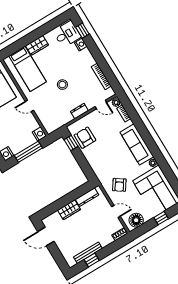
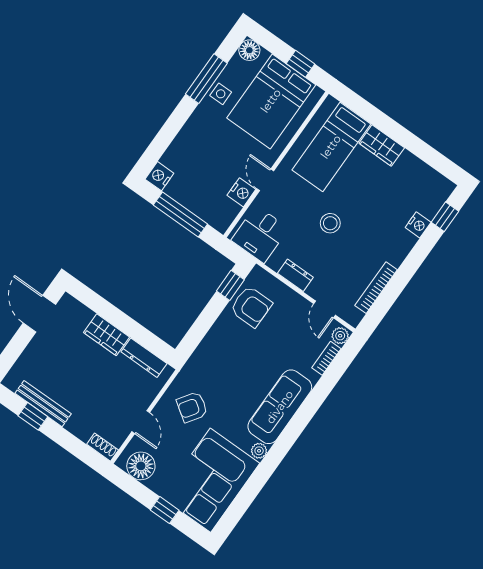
desk: (67, 34) -> (260, 234), moved, turned 90
nightstand: (39, 134) -> (241, 192), moved
armchair: (85, 138) -> (251, 307), turned 90

